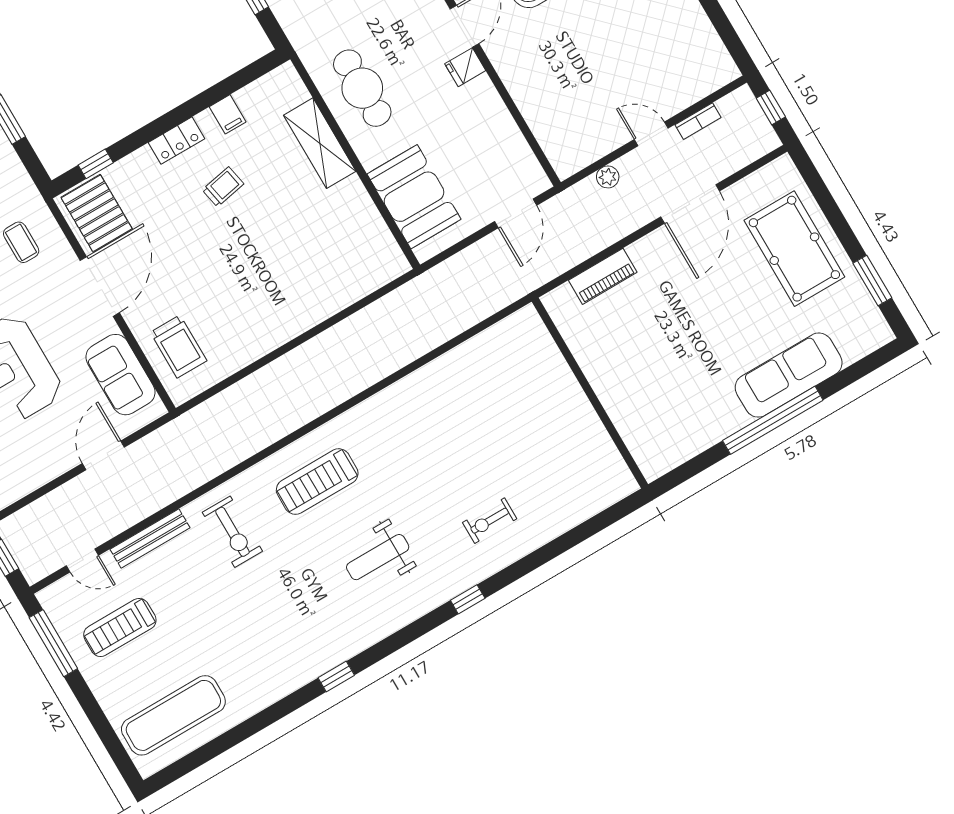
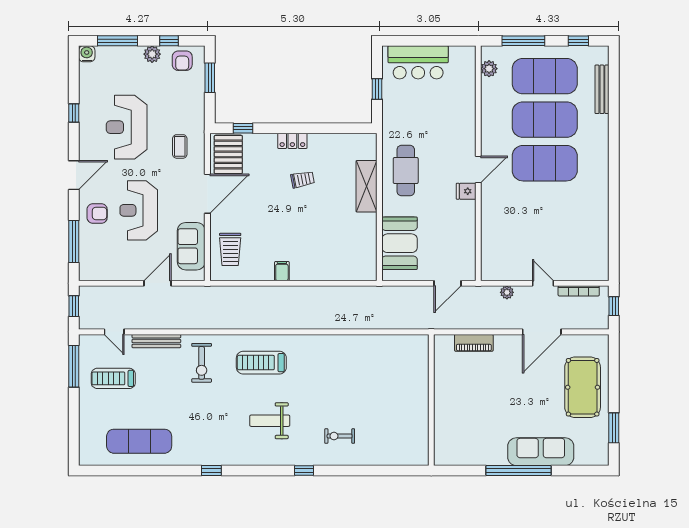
filing cabinet: (228, 114) -> (282, 271), moved, turned 180
bookcase: (698, 121) -> (579, 291), width x1.56
exercise mat: (173, 715) -> (139, 441), moved

